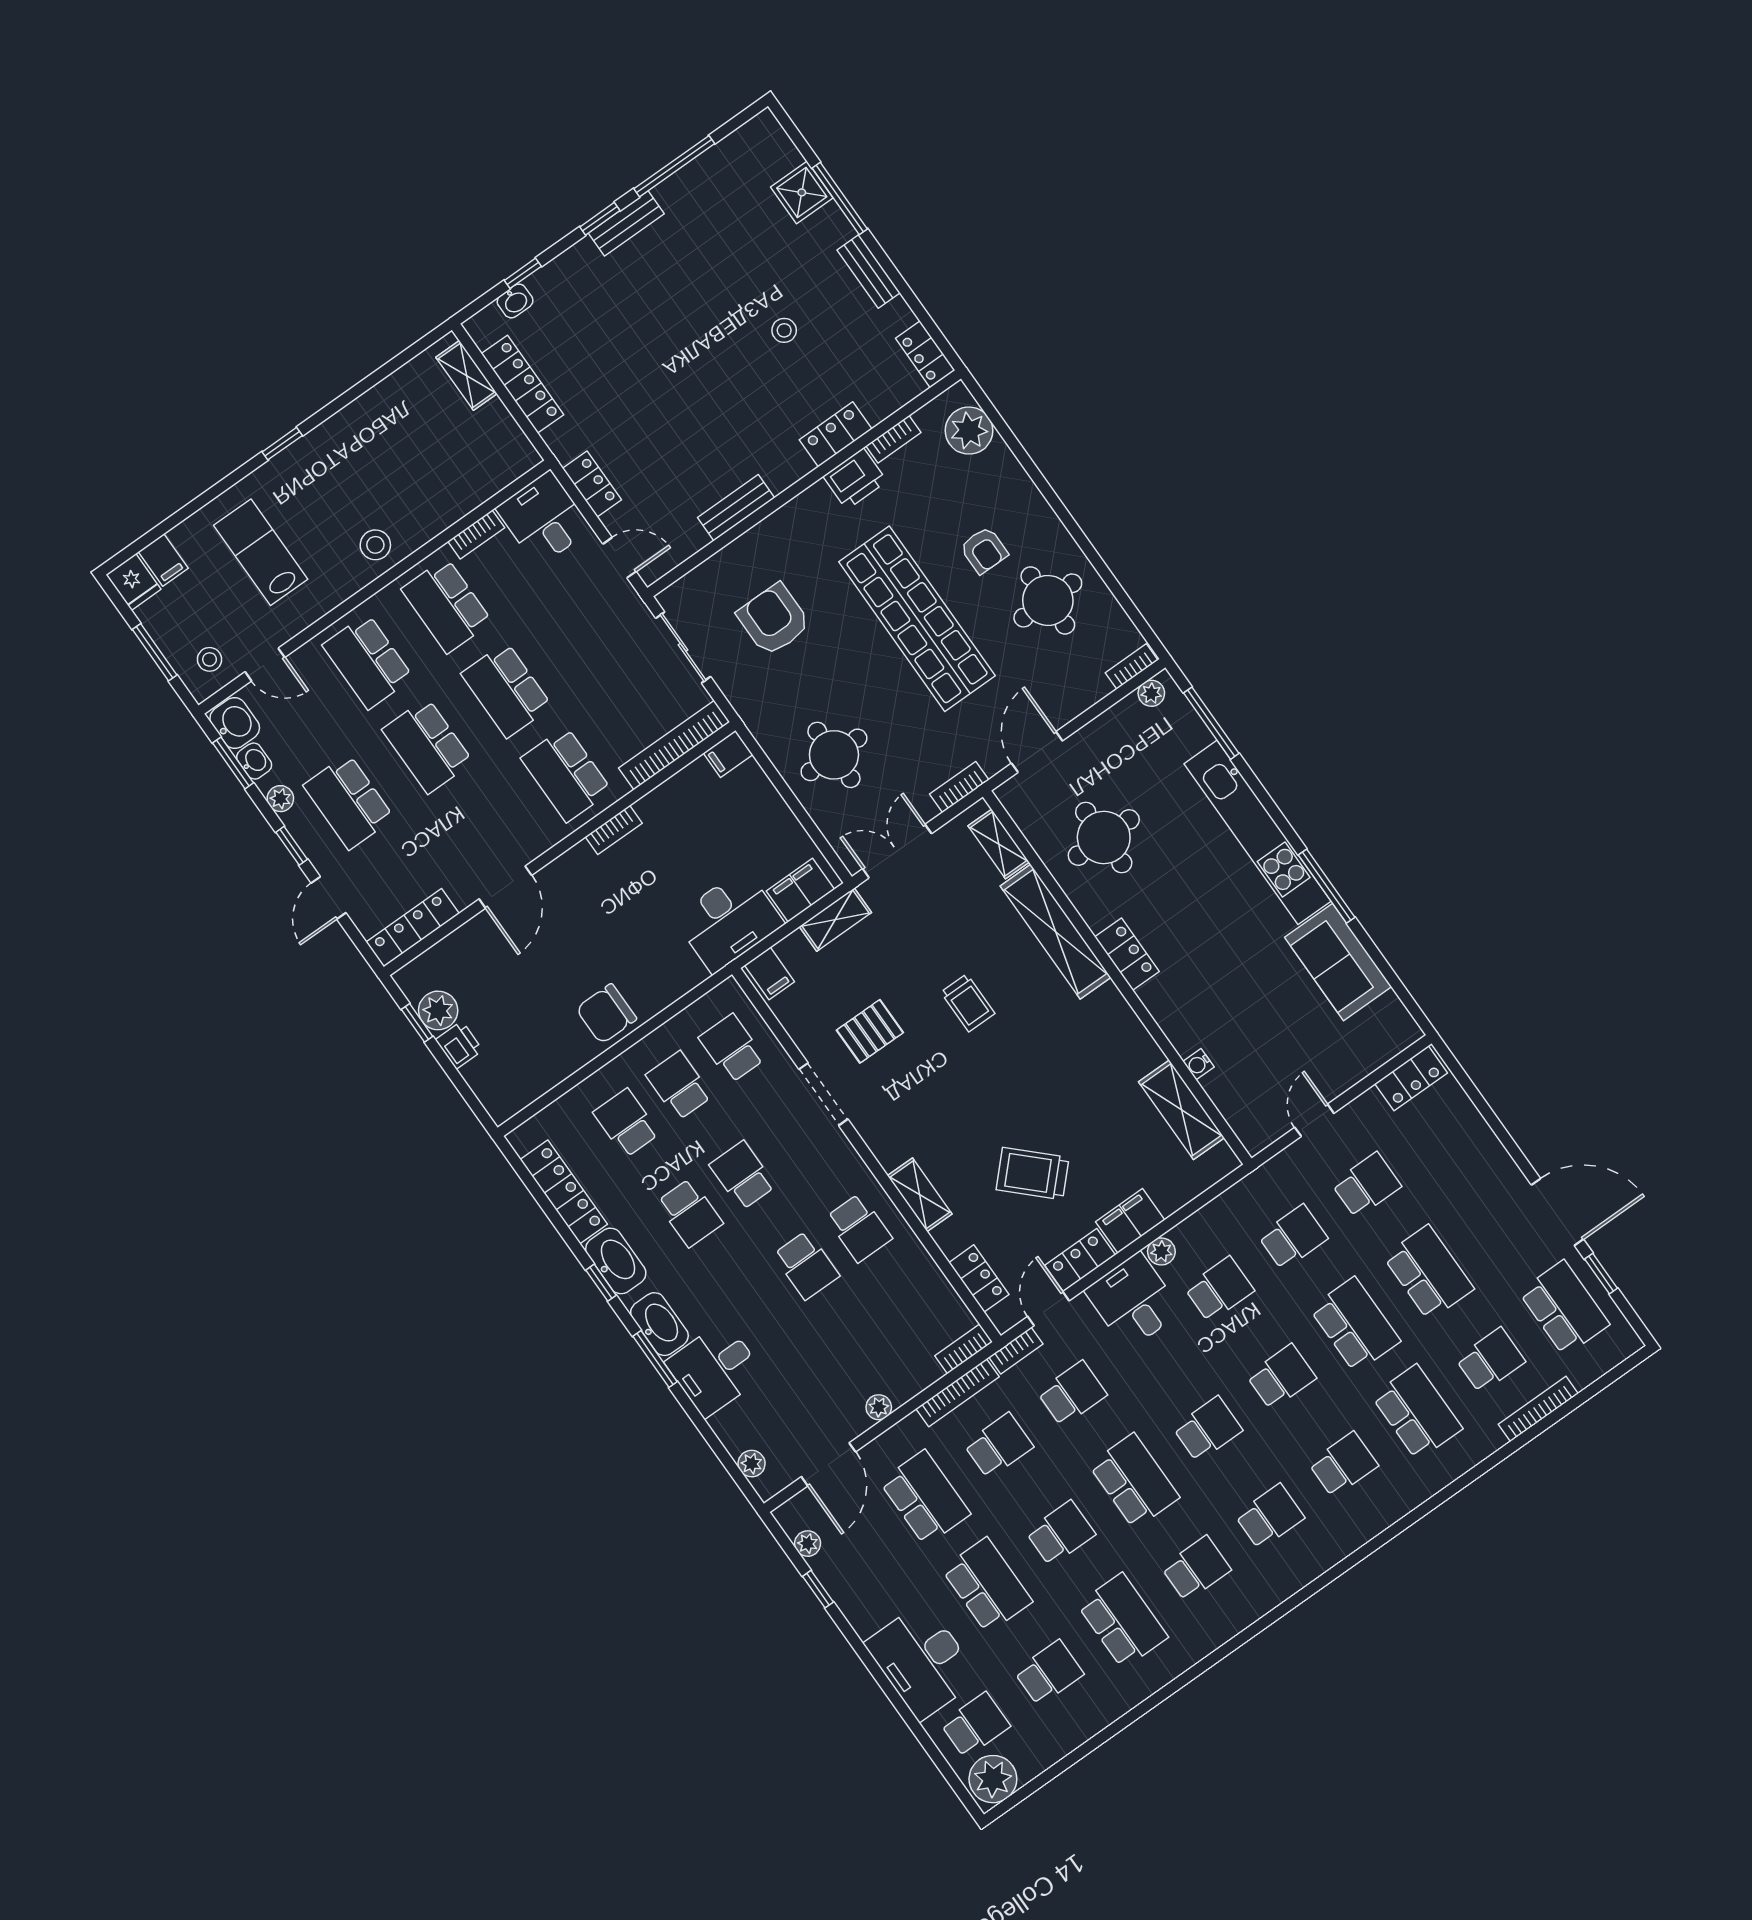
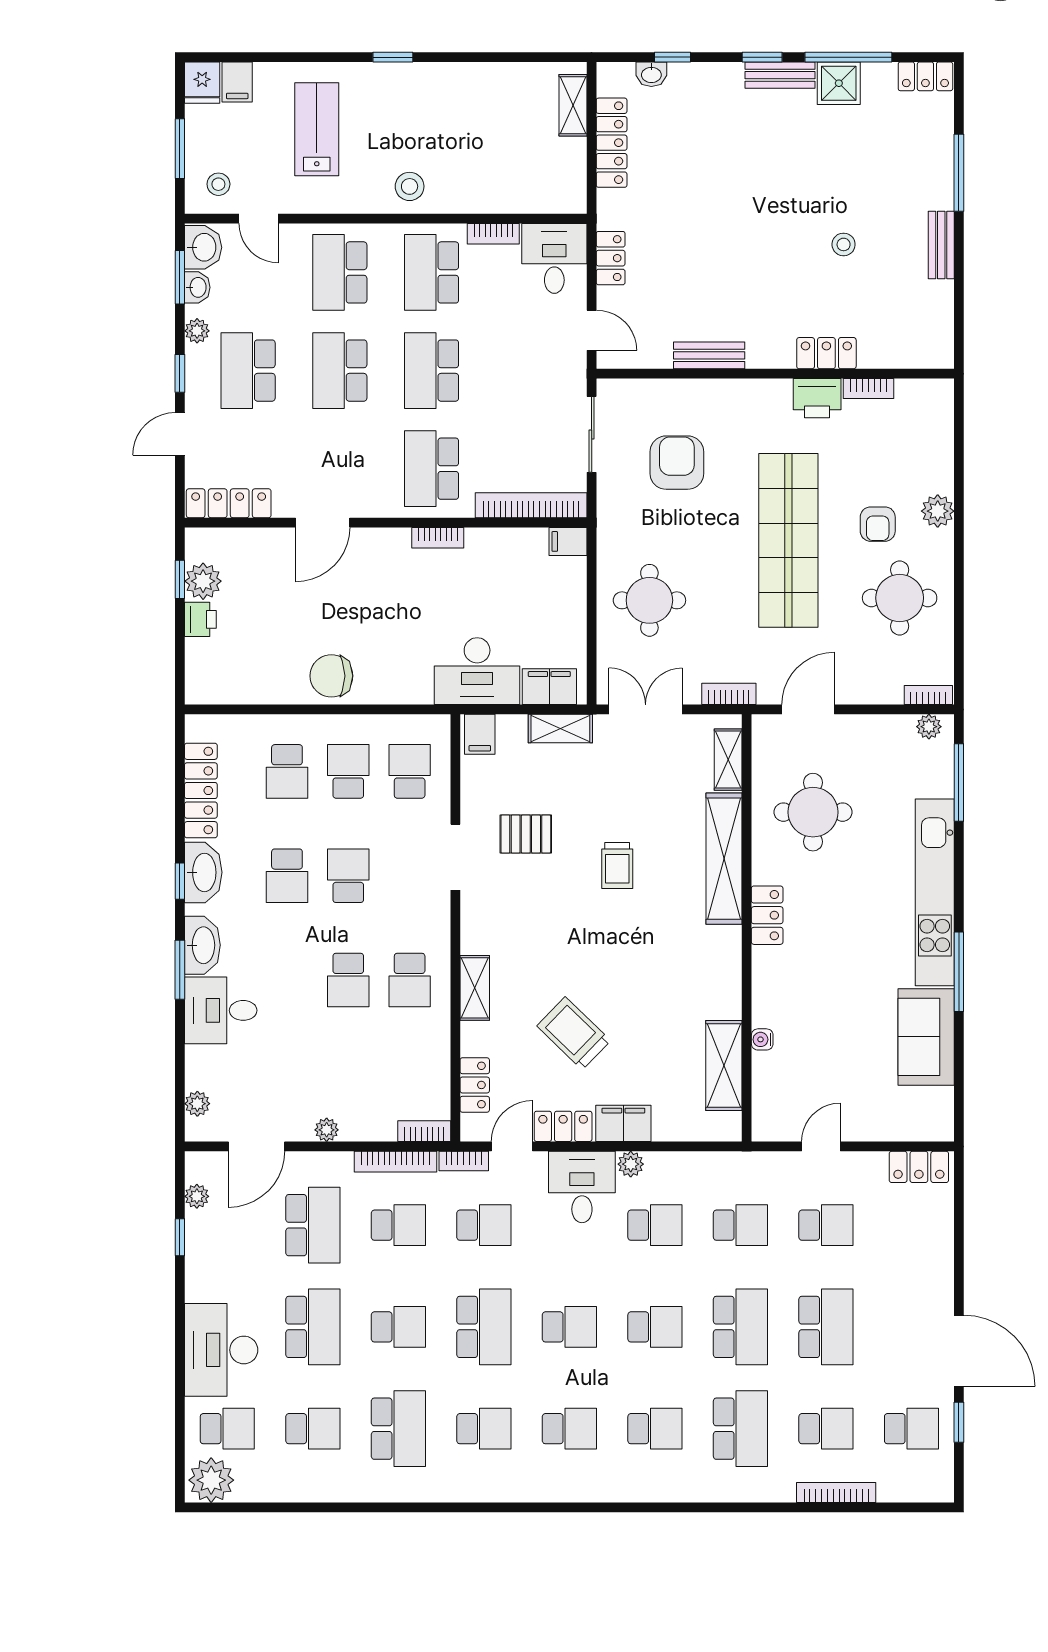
shower: (802, 192) -> (839, 83), moved
locker: (925, 354) -> (925, 76), moved, turned -90
plant: (969, 431) -> (938, 511), moved, width x0.73, depth x0.73
school desk: (626, 1123) -> (287, 771), turned 180
school desk: (1564, 1308) -> (911, 1429), width x0.54

